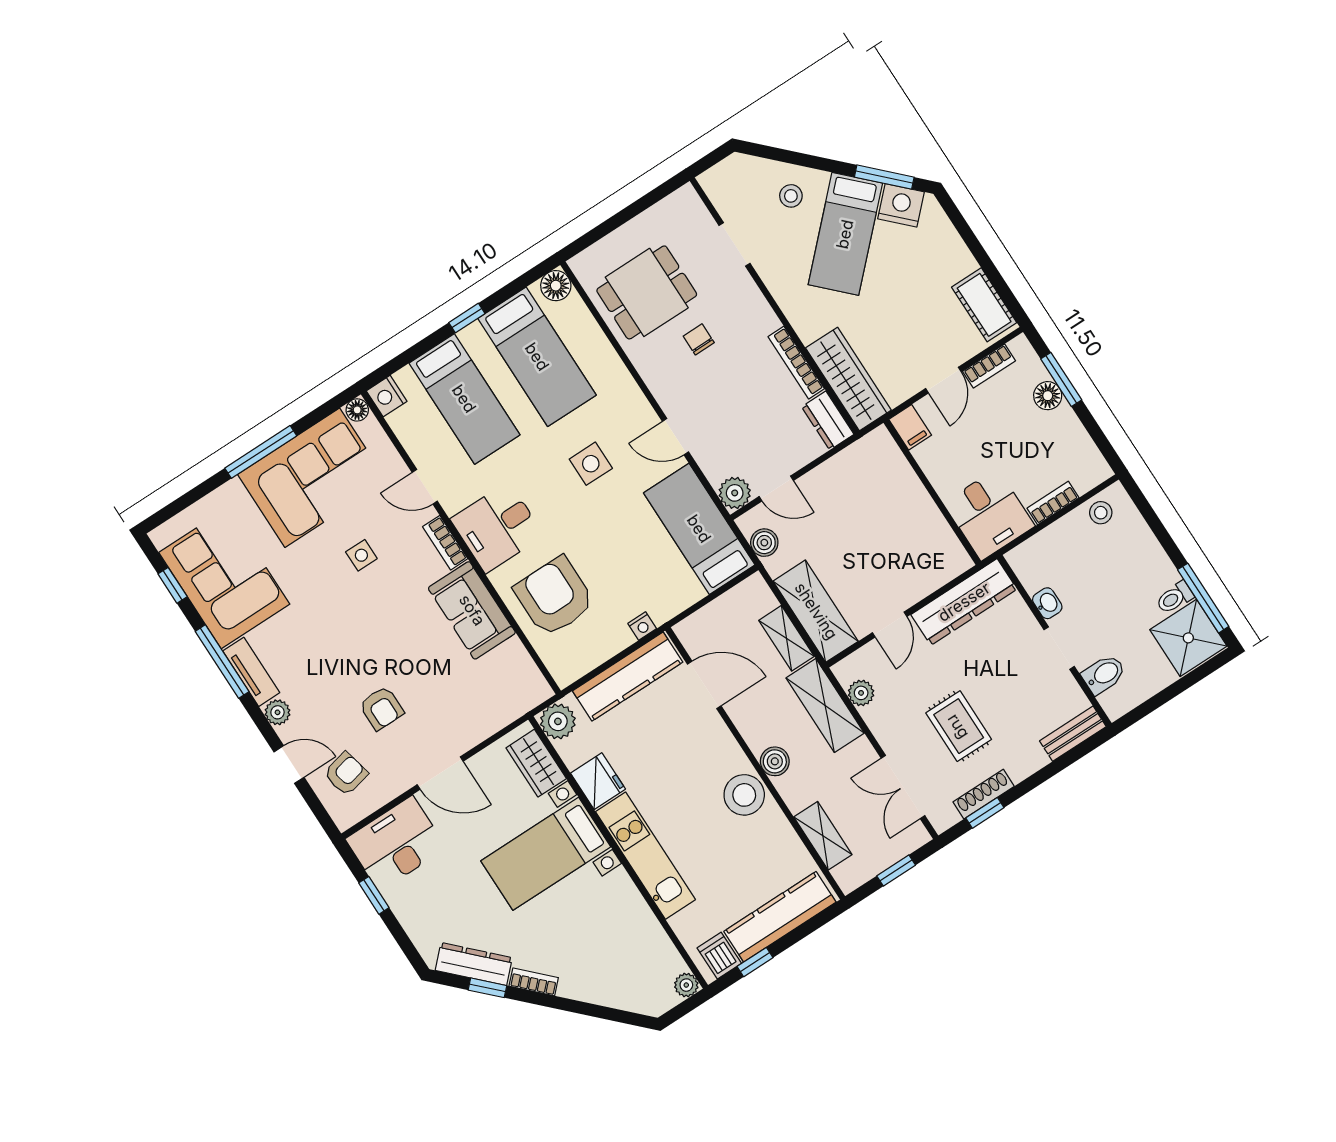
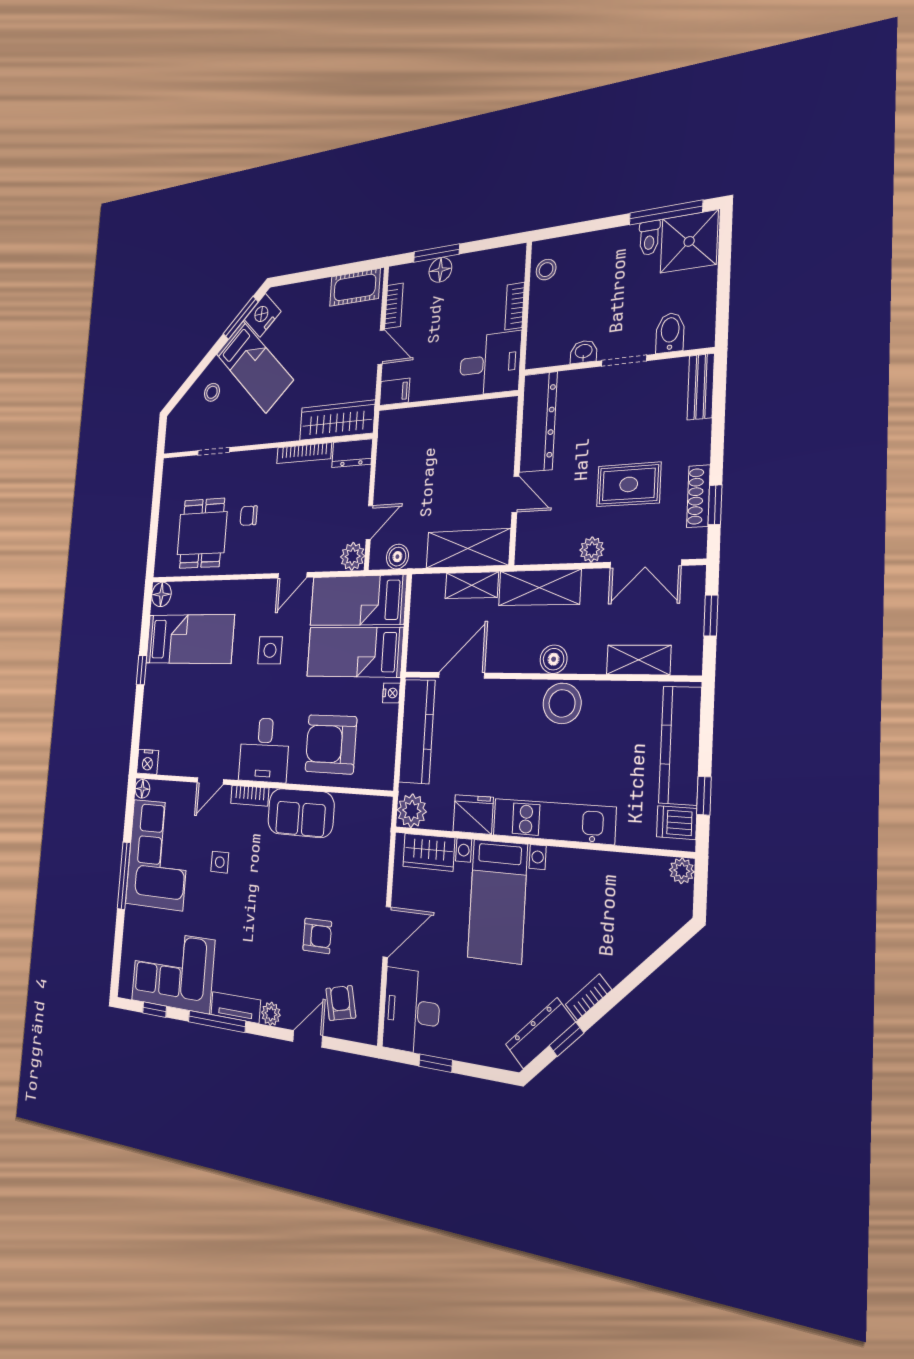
bed: (464, 399) -> (354, 652), moved, turned 180
plant: (861, 693) -> (592, 550), moved

